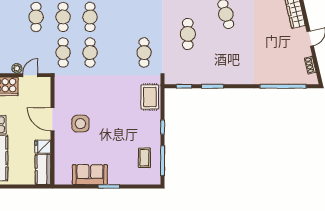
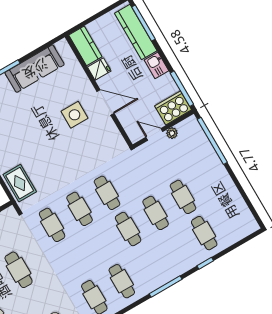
cafe table: (63, 53) -> (80, 209), moved
door: (30, 75) -> (154, 134), swing flipped
sofa: (90, 175) -> (35, 69), width x1.36

